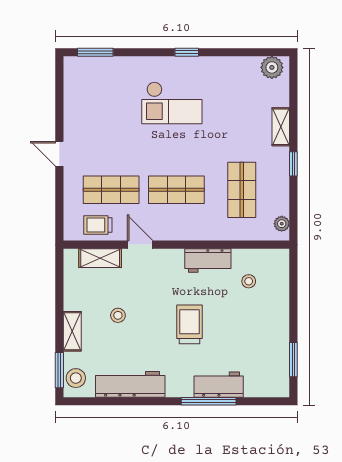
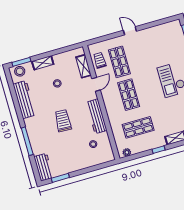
door: (59, 154) -> (130, 31), hinge flipped
workbench: (208, 260) -> (97, 116), width x1.38
trolley: (190, 324) -> (63, 121), turned -87
workbench: (219, 385) -> (44, 167), moved

